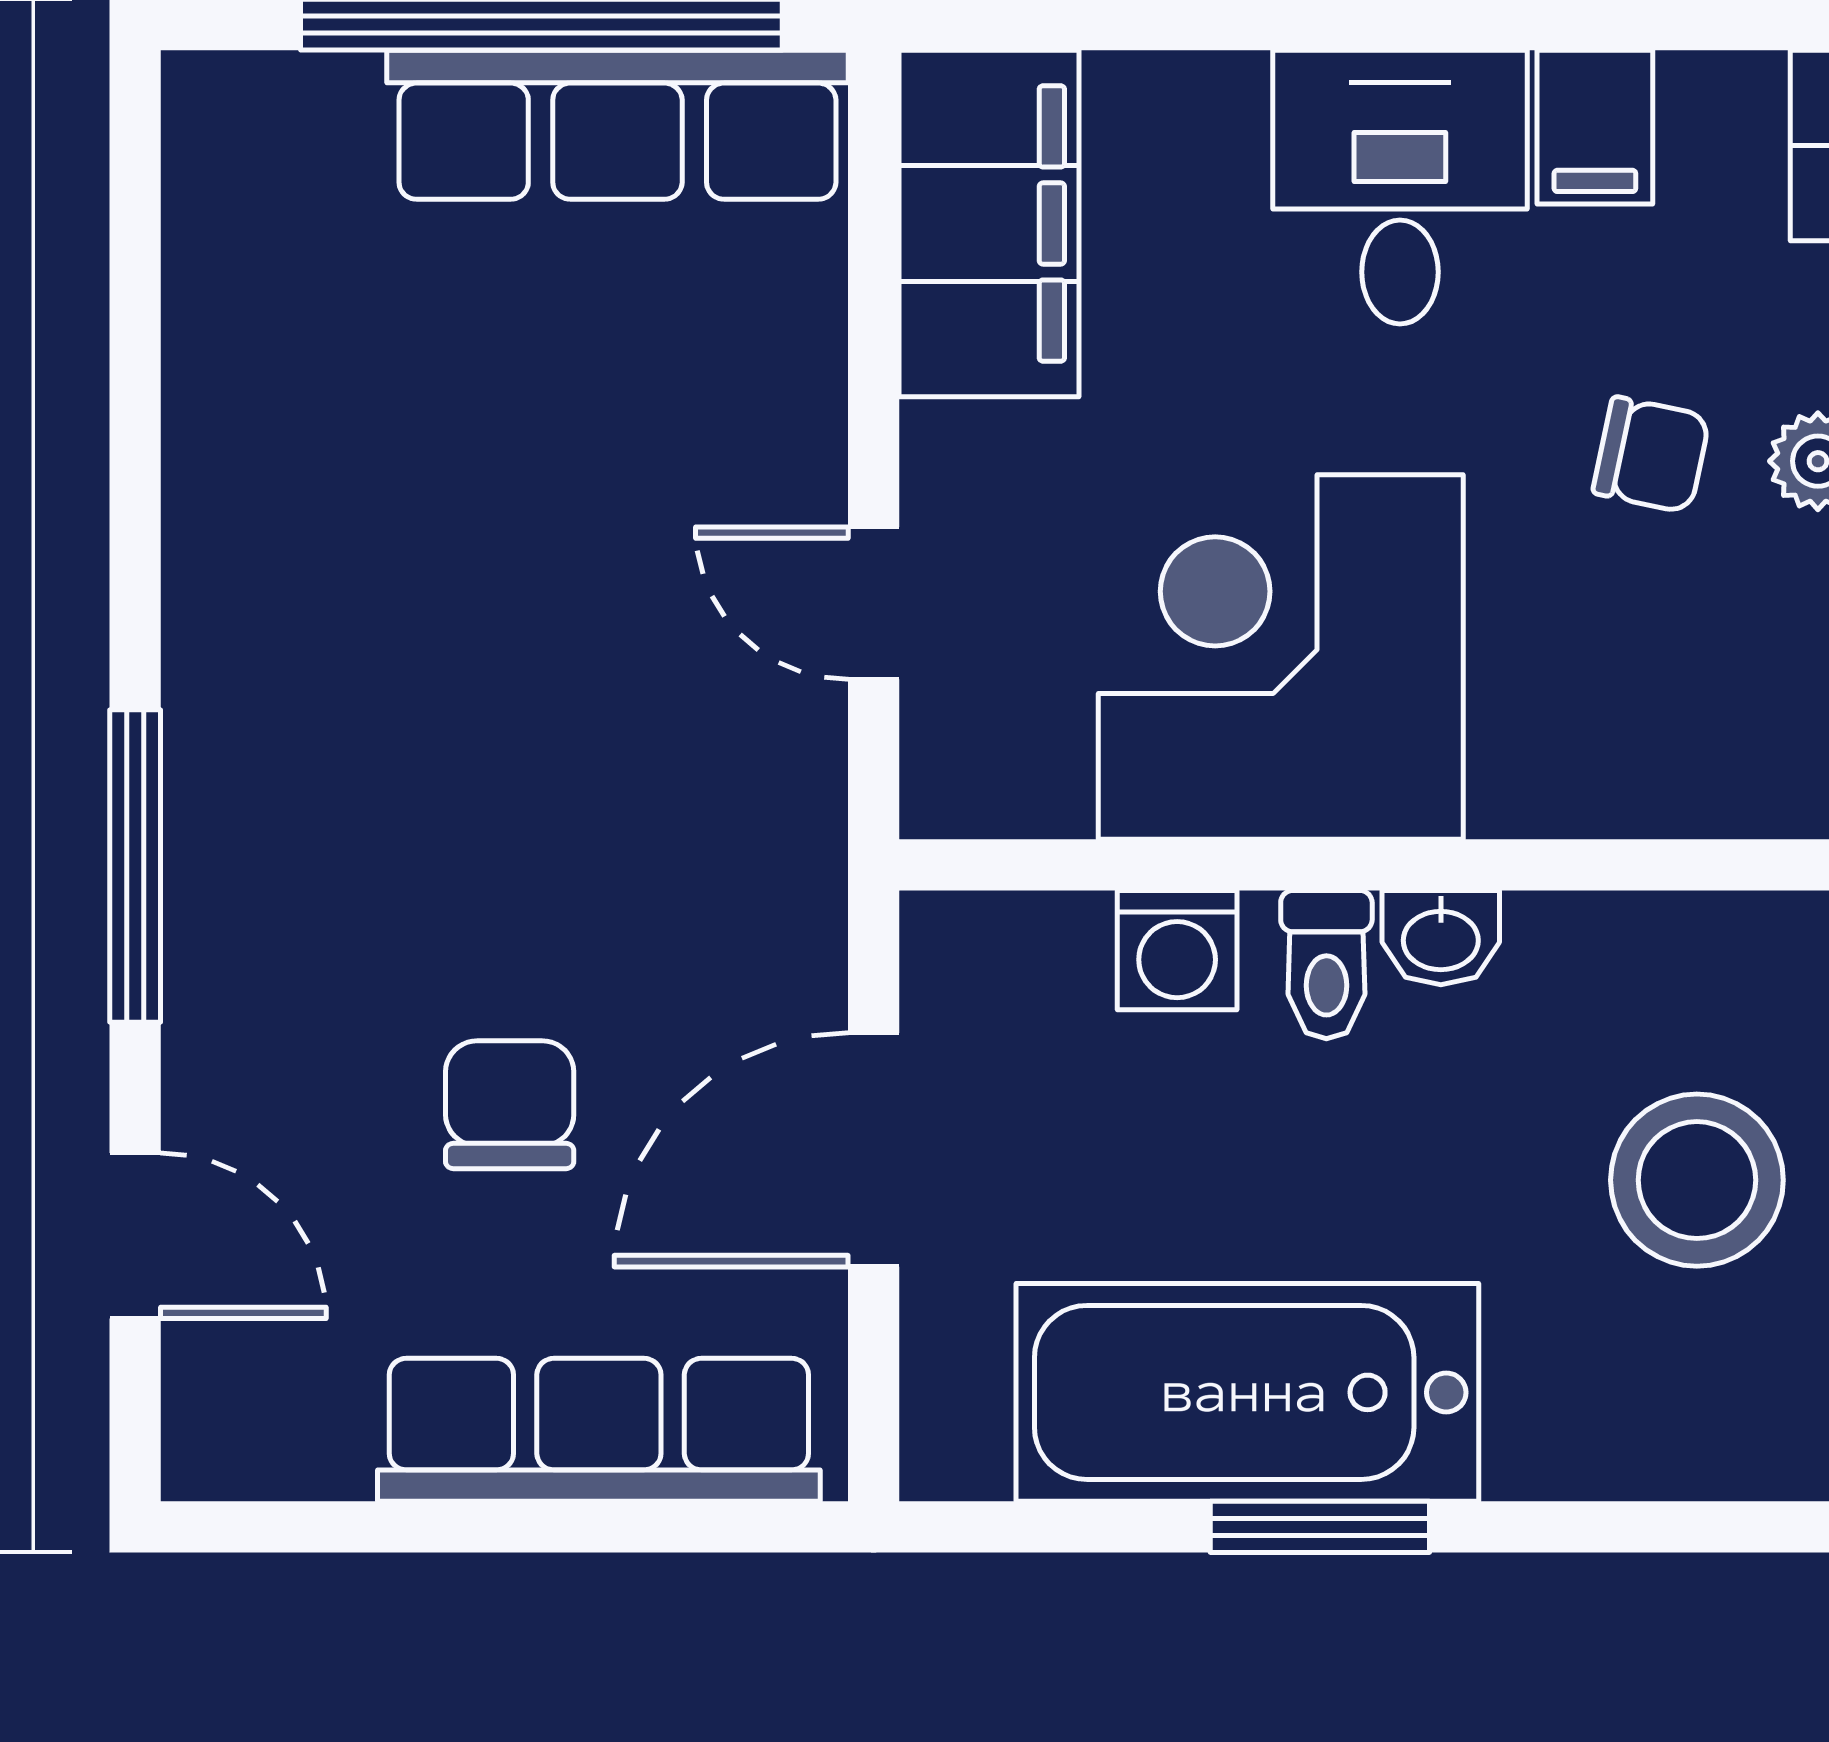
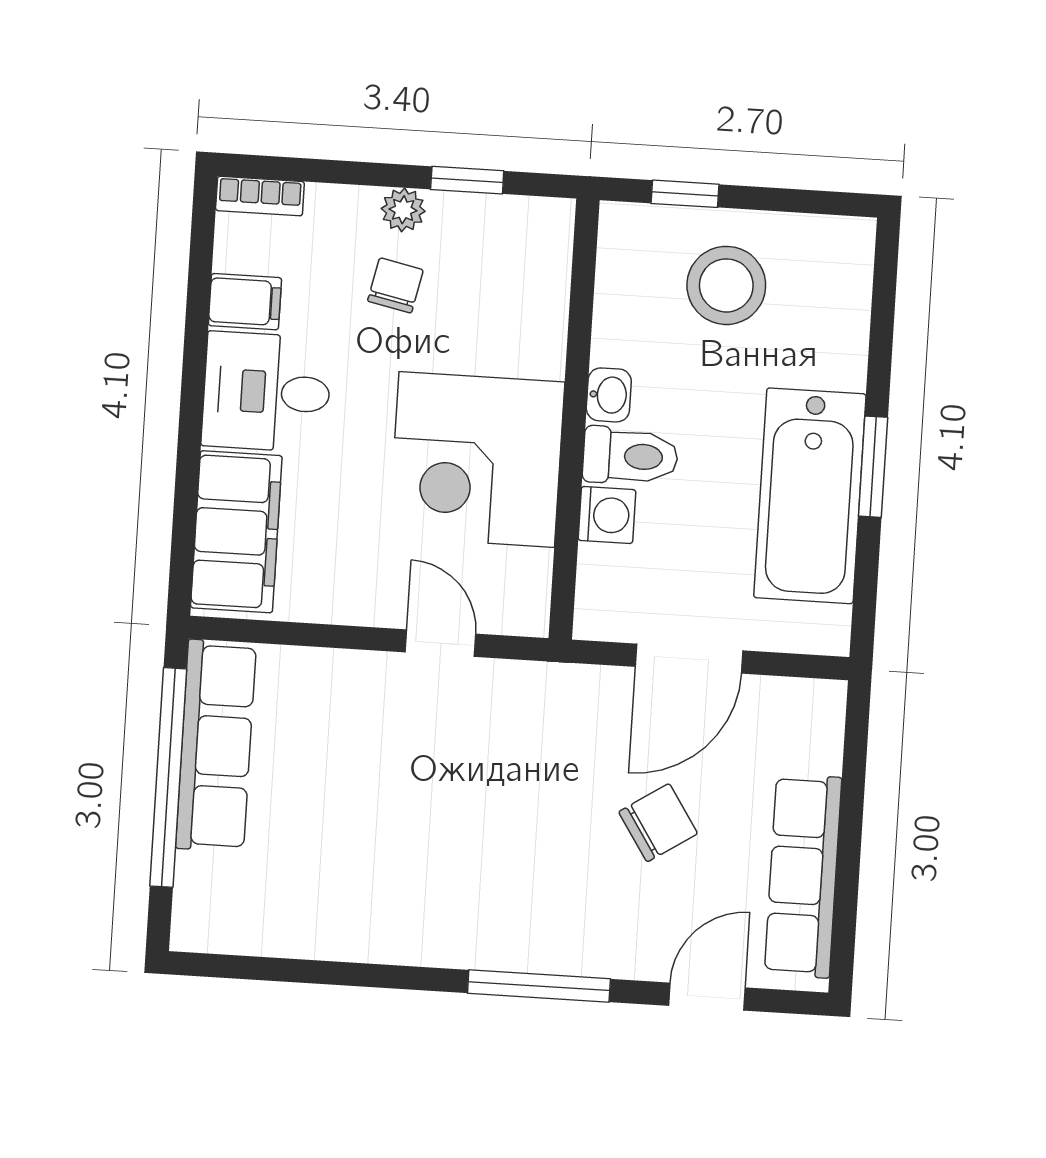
filing cabinet: (989, 223) -> (236, 532), moved, turned 90
door: (874, 603) -> (441, 643), swing flipped
toilet: (1326, 965) -> (630, 456), width x1.37, depth x1.39
chair: (510, 1105) -> (658, 823), turned 147
door: (874, 1150) -> (689, 659), hinge flipped
row of seats: (599, 1430) -> (803, 876), moved

